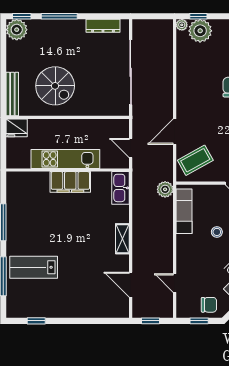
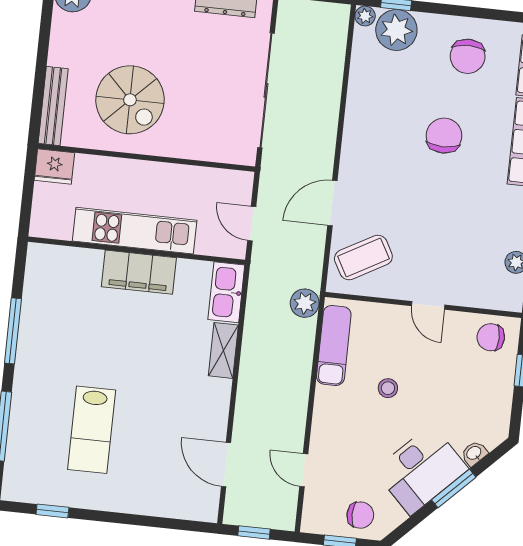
shelving: (122, 239) -> (223, 350), moved
lab bench: (34, 267) -> (92, 430), moved, turned -90

